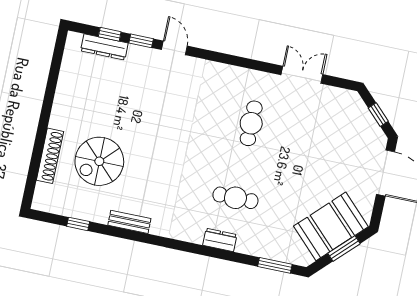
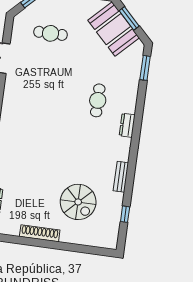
cafe table: (251, 123) -> (51, 33), moved
shoe rack: (50, 156) -> (40, 233), moved
dresser: (220, 240) -> (127, 125), moved

